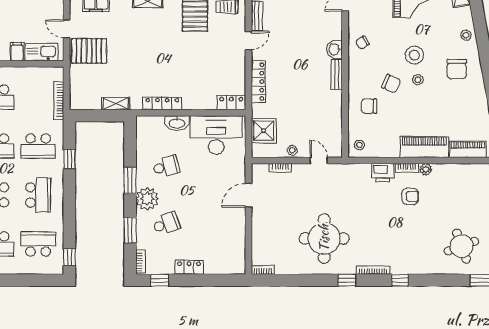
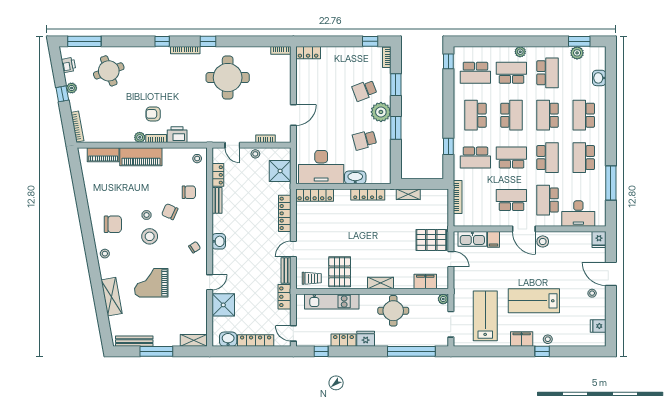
chair: (457, 69) -> (113, 224), turned 90
bench: (337, 75) -> (217, 200), moved
locker: (231, 103) -> (315, 195), width x1.53
locker: (335, 126) -> (218, 175), added
school desk: (38, 146) -> (475, 158), turned 180
locker: (189, 267) -> (308, 53), moved

